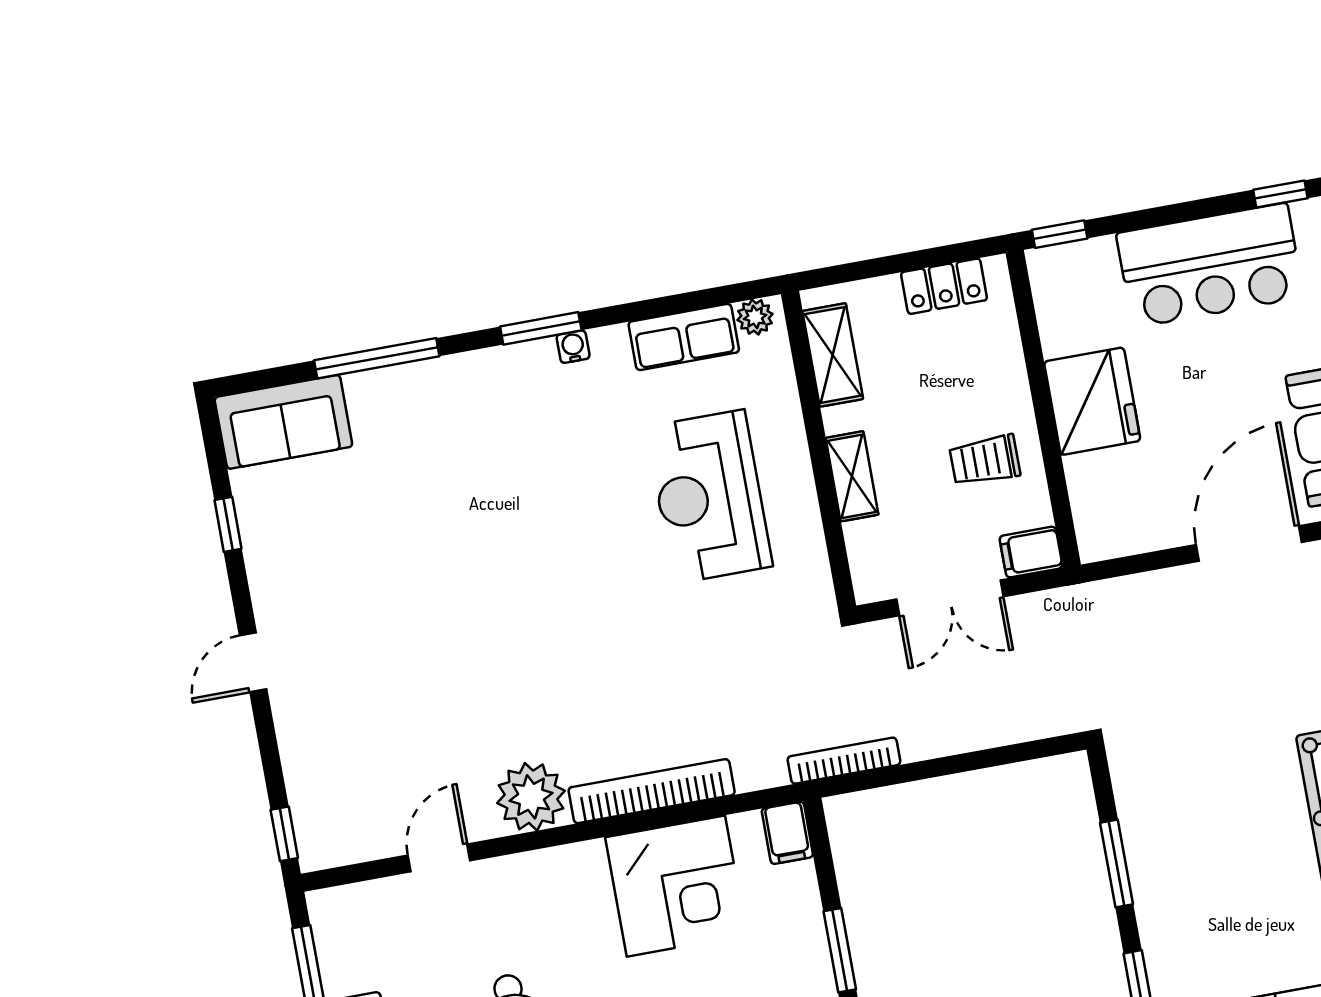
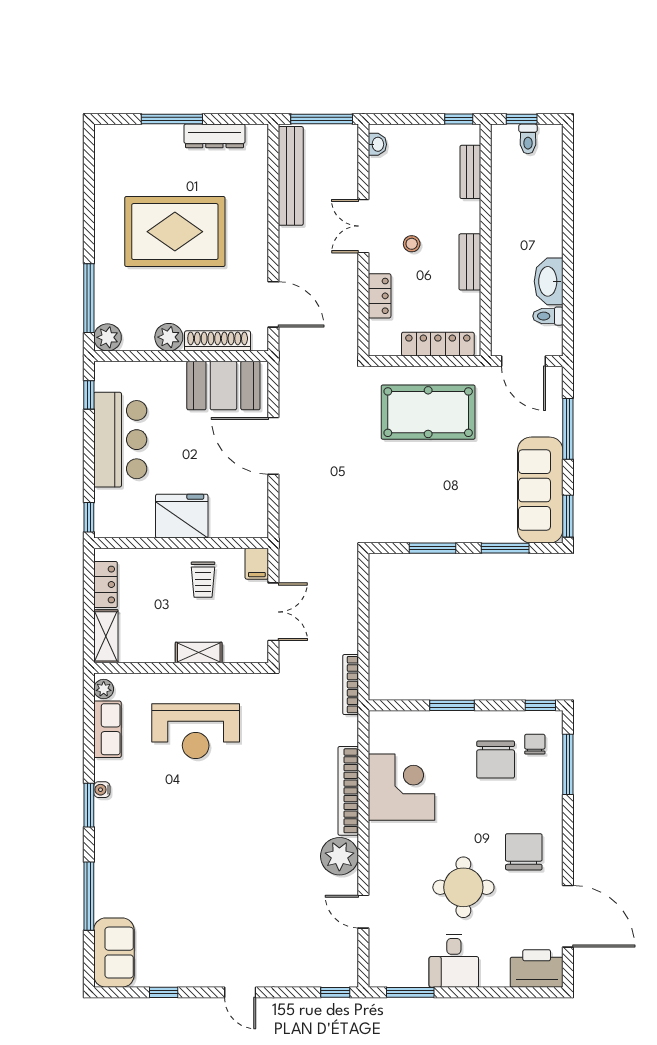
shelving: (833, 355) -> (106, 636), moved, turned 90
filing cabinet: (787, 833) -> (384, 722), removed

